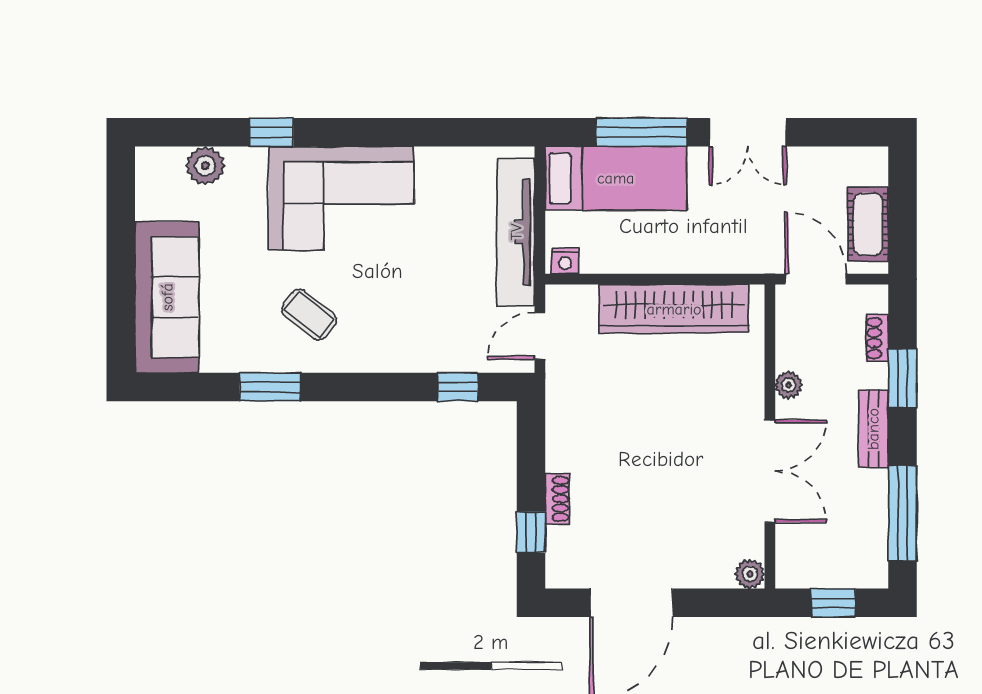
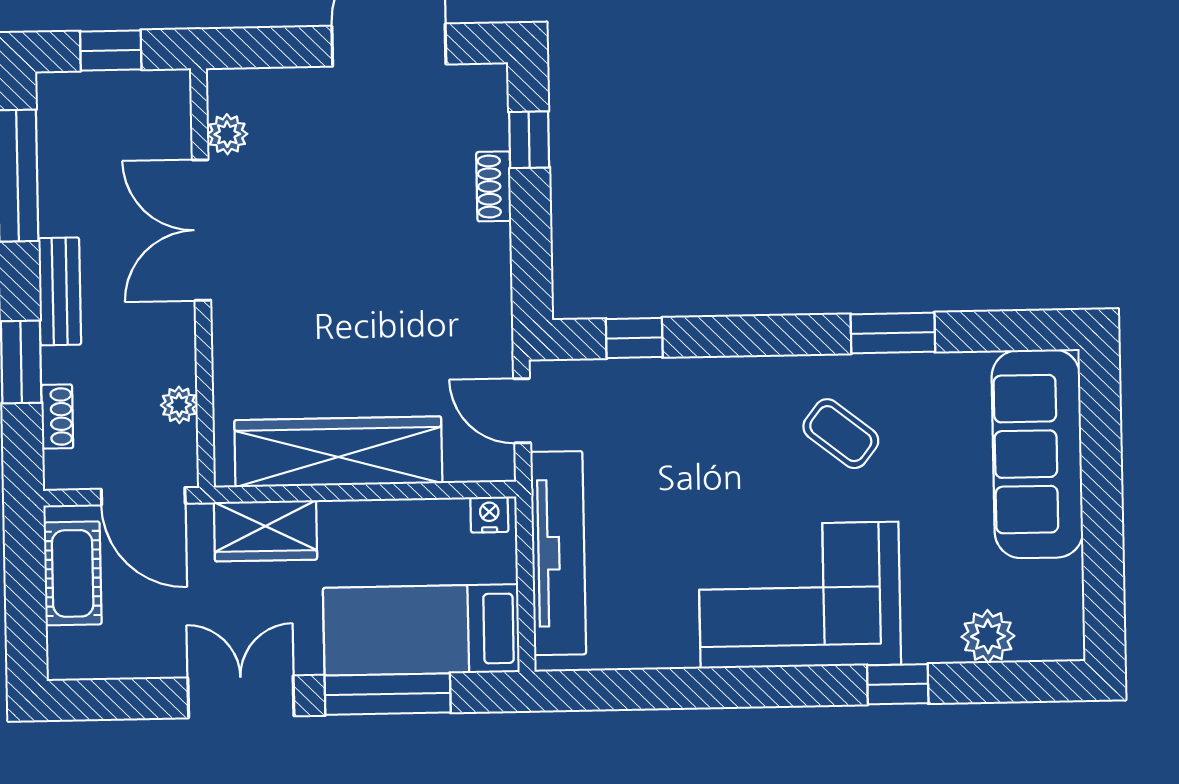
wardrobe: (728, 252) -> (265, 531), added
door: (540, 336) -> (522, 411), swing flipped
plant: (789, 385) -> (179, 405), moved
plant: (750, 574) -> (227, 134), moved

